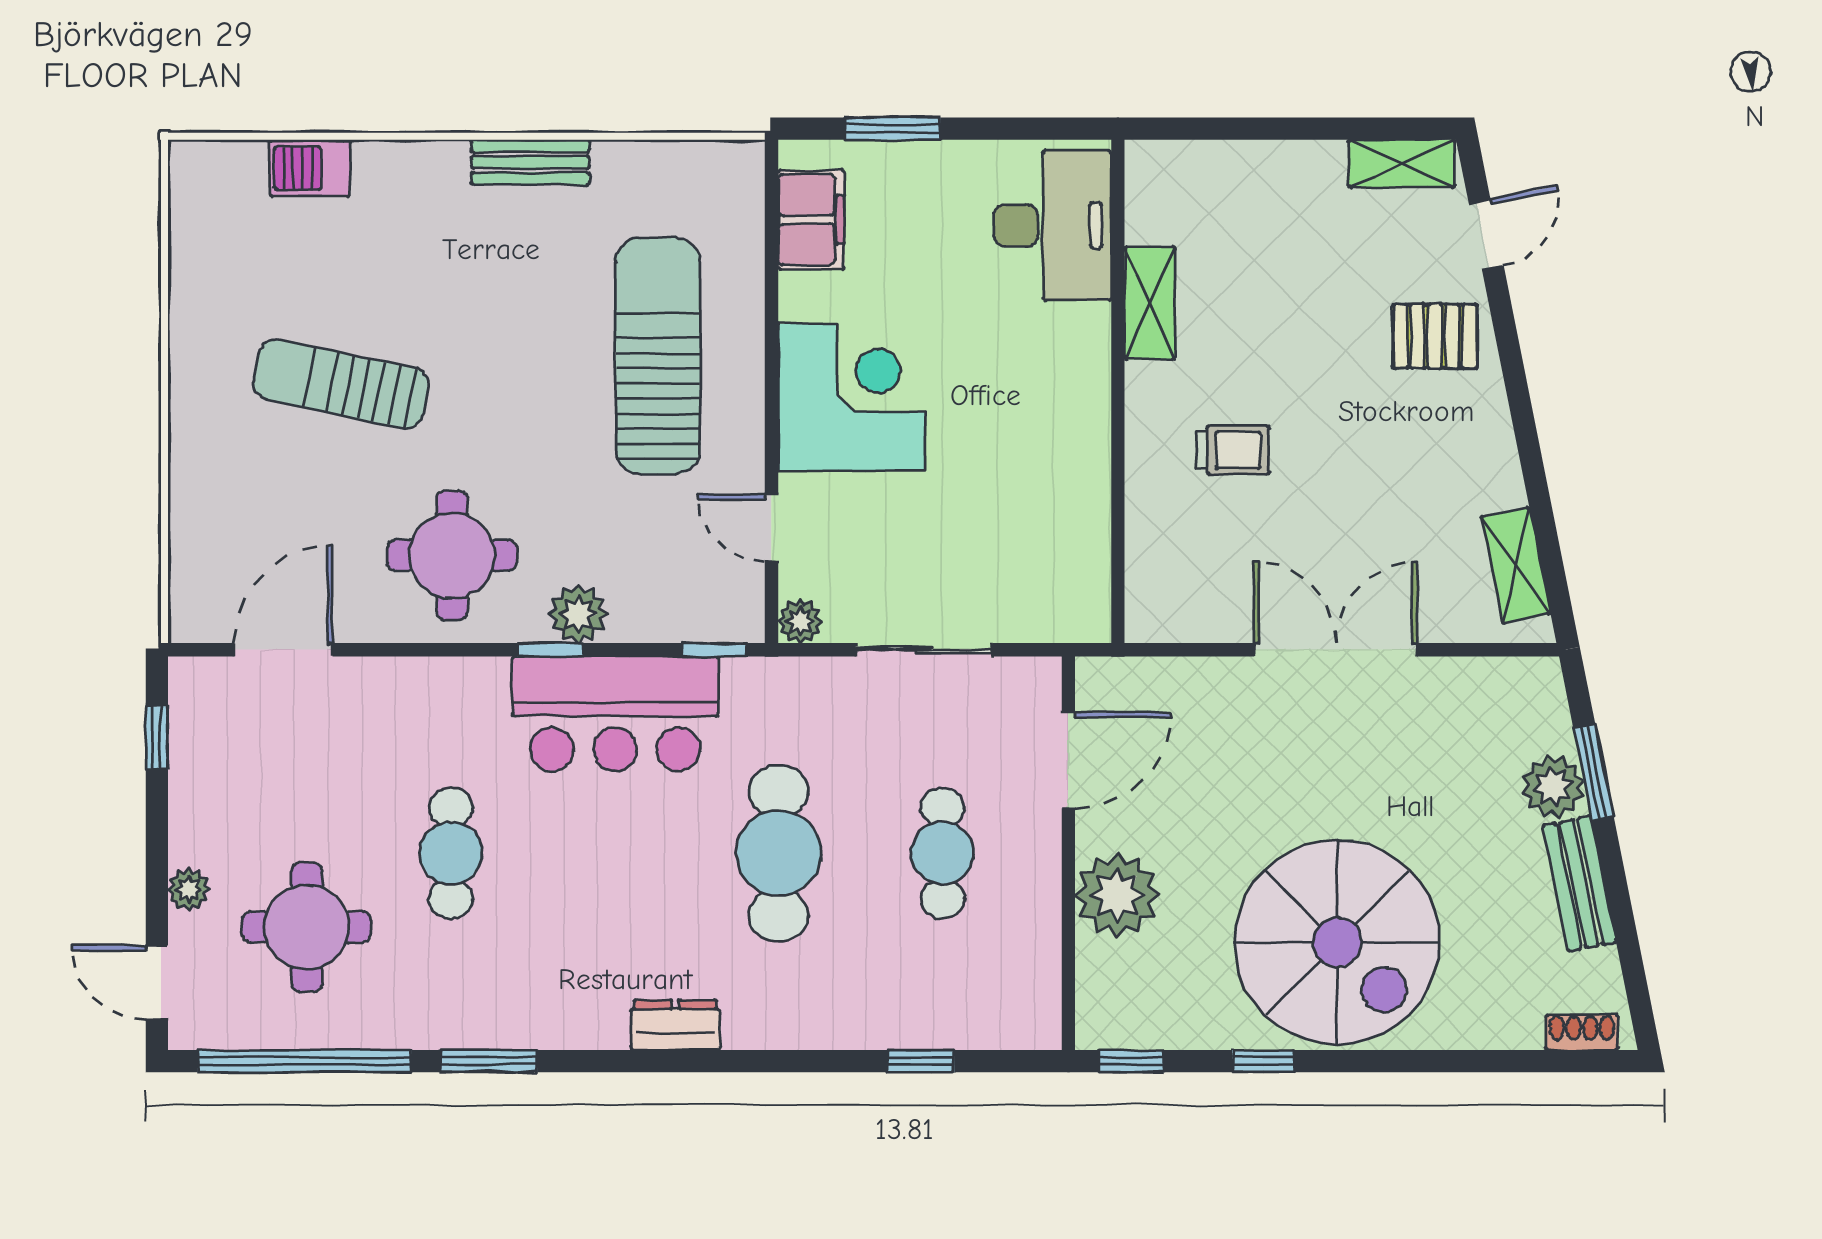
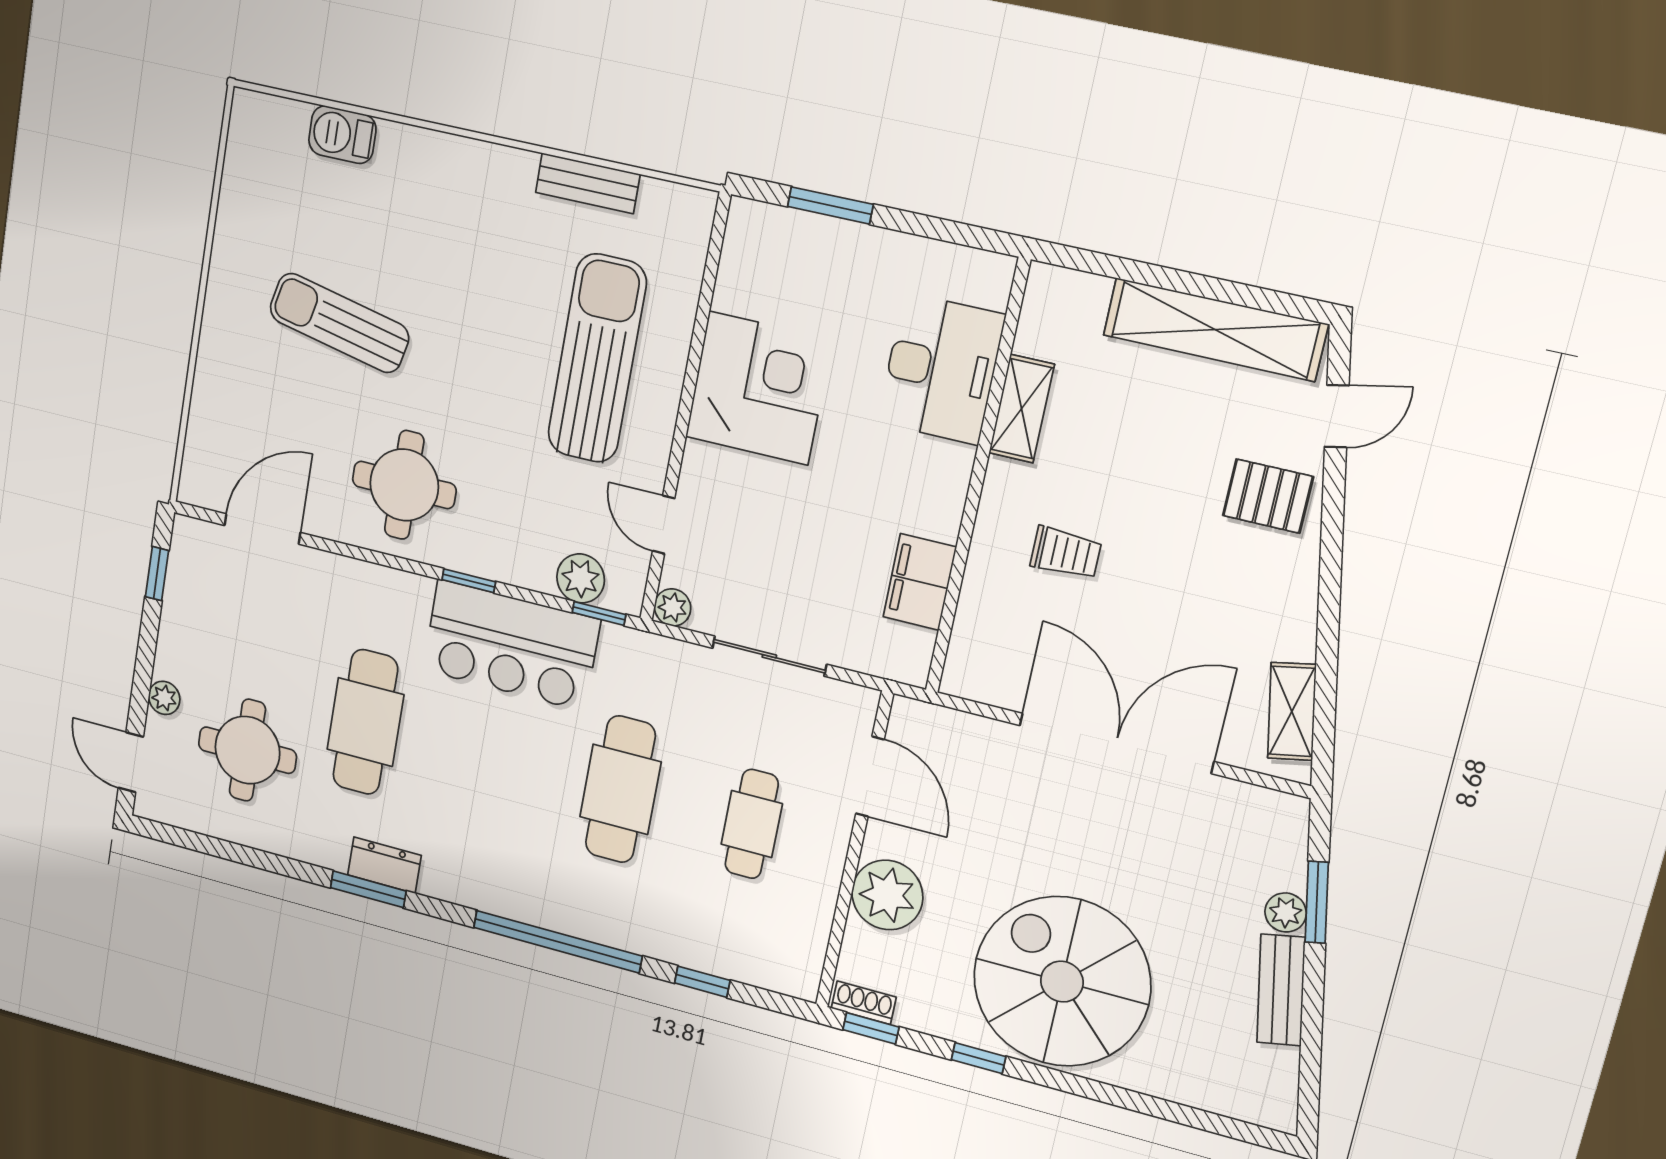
bench: (530, 162) -> (588, 183), moved
shelving: (1402, 164) -> (1215, 330), width x2.20, depth x1.33
filing cabinet: (811, 220) -> (920, 582), moved, turned 180
desk: (1052, 226) -> (941, 369), moved
corner desk: (852, 397) -> (759, 388), moved
plant: (578, 614) -> (581, 578), moved
double door: (1336, 650) -> (1116, 743), width x1.36
door: (1068, 760) -> (870, 777), hinge flipped
plant: (1553, 786) -> (1286, 912), width x0.73, depth x0.73
cafe table: (451, 853) -> (365, 722), width x1.37, depth x1.35
spiral stairs: (1337, 942) -> (1062, 982), turned 180
dresser: (675, 1025) -> (384, 865), moved
shoe rack: (1582, 1032) -> (864, 1003), moved
window: (304, 1061) -> (557, 942), moved

